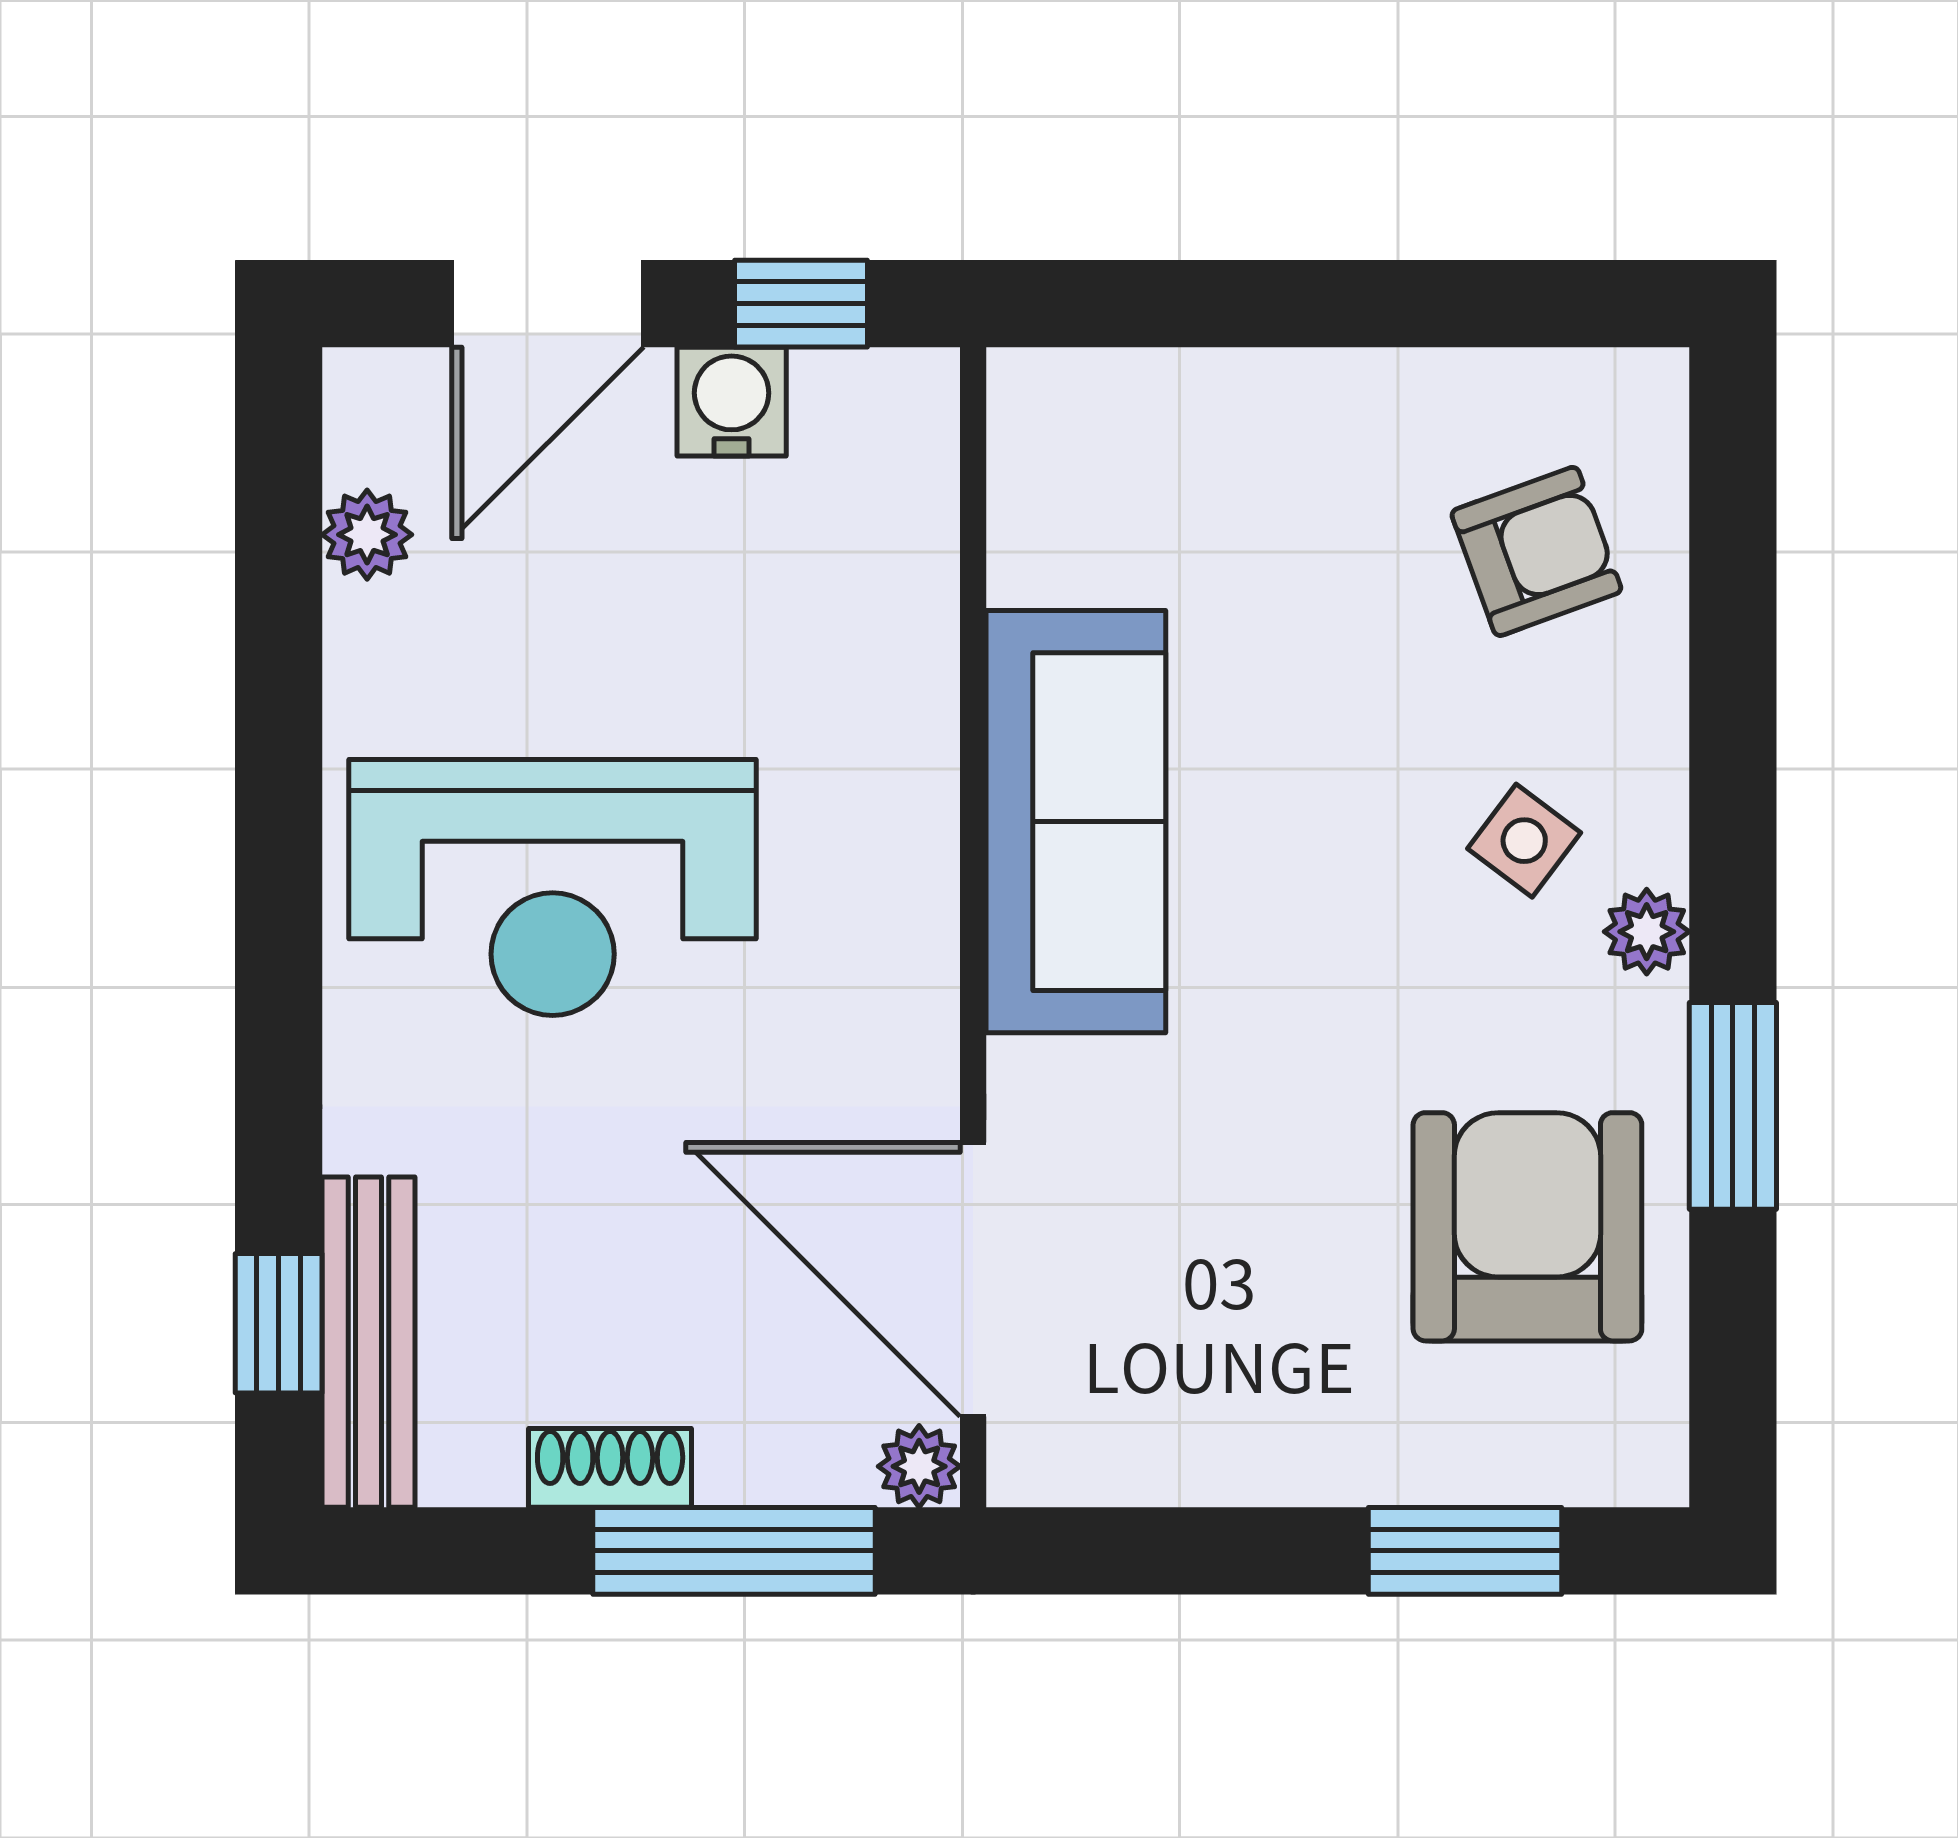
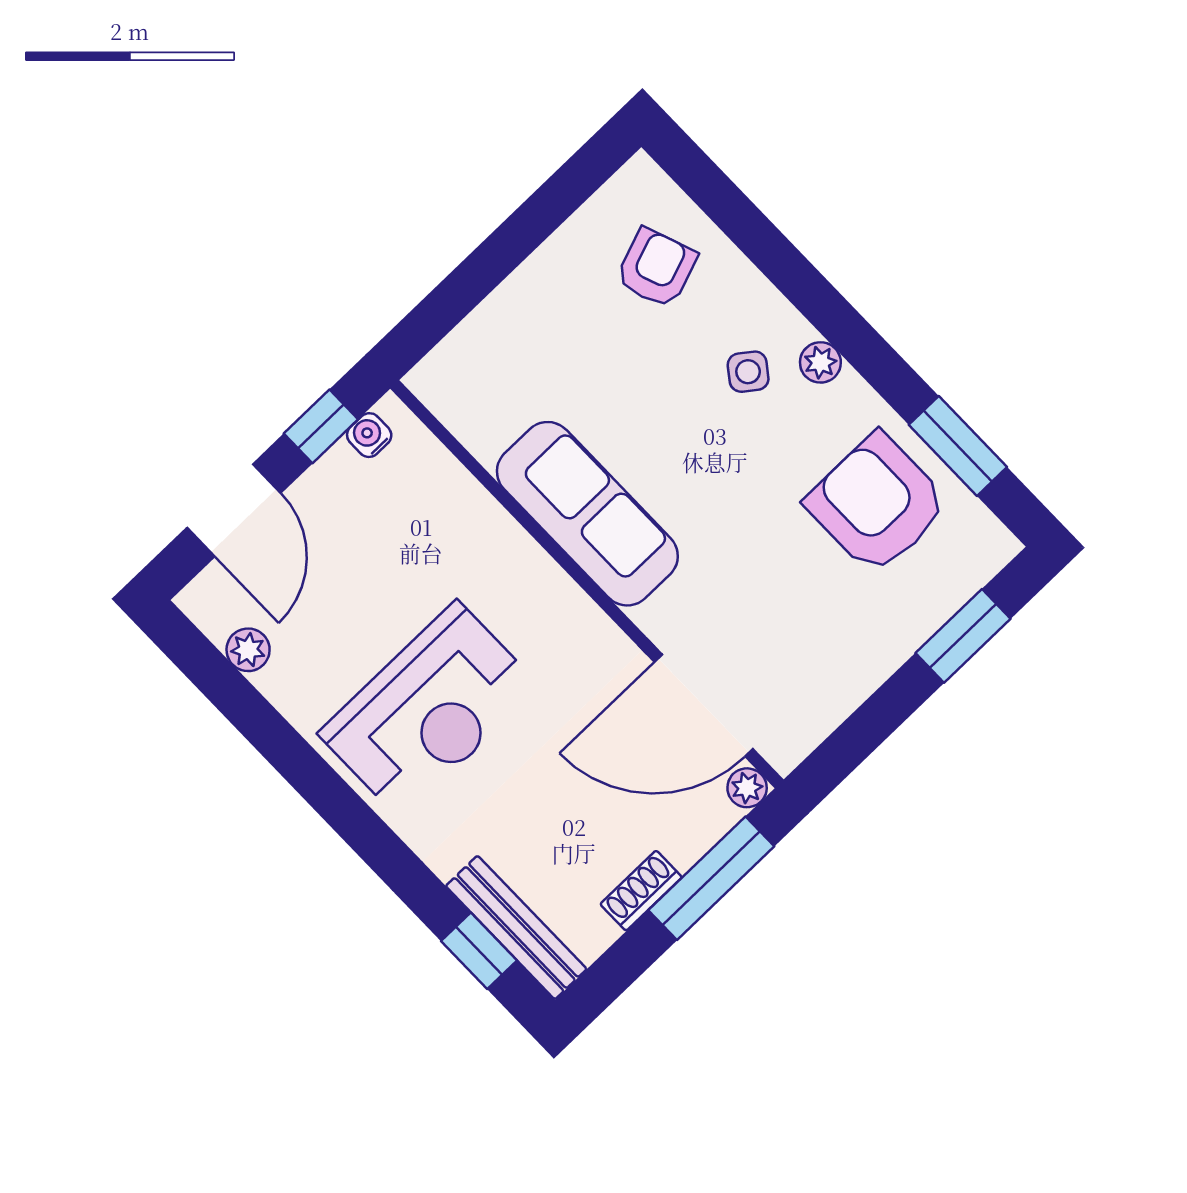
water cooler: (732, 402) -> (369, 435), moved, width x0.72, depth x0.72
window: (1733, 1106) -> (958, 446), moved

